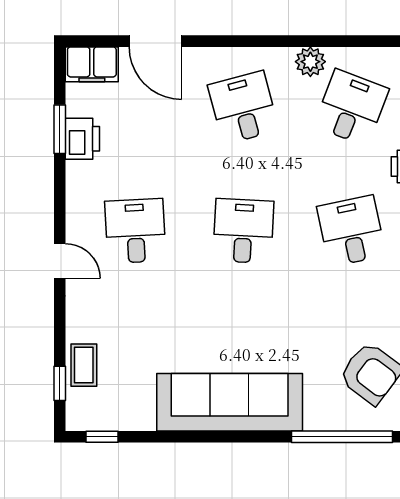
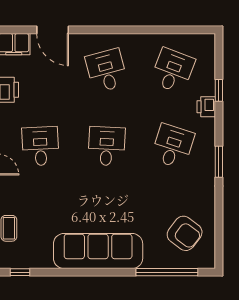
plant: (310, 62) -> (148, 43), removed
desk: (351, 231) -> (173, 146), turned 30

